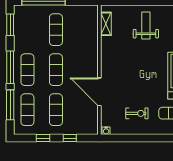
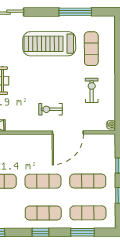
window: (10, 67) -> (40, 232), width x0.46
exercise bike: (120, 77) -> (51, 109), added
window: (10, 105) -> (83, 232), width x0.69

